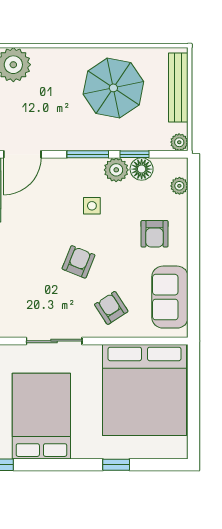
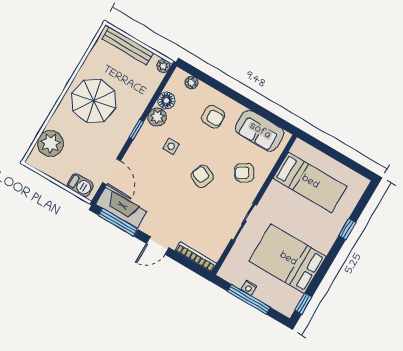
parasol: (113, 88) -> (94, 101), moved
window: (88, 154) -> (136, 130), width x0.67
window: (135, 154) -> (154, 99), removed
bed: (145, 390) -> (310, 182), width x0.49

